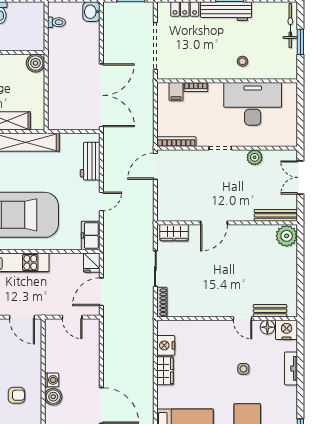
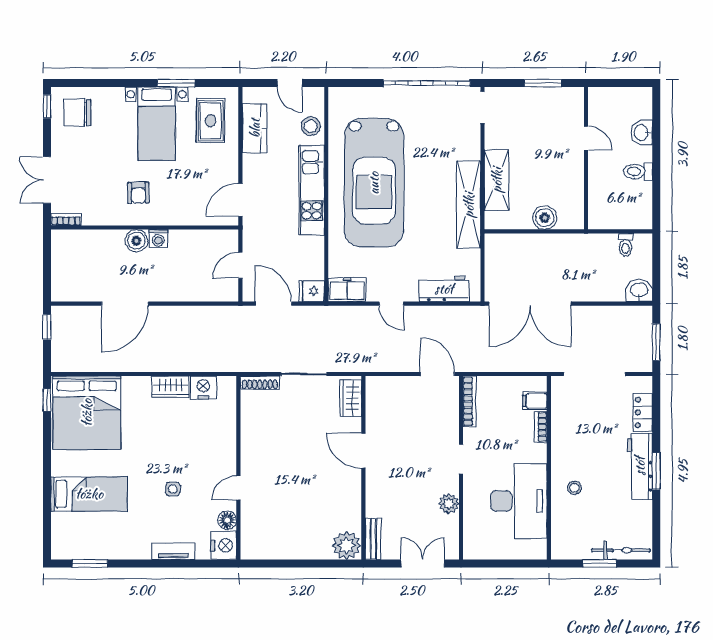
boiler: (36, 63) -> (545, 218), moved
bench: (276, 215) -> (373, 539), width x0.73
bench: (270, 311) -> (249, 524), removed

